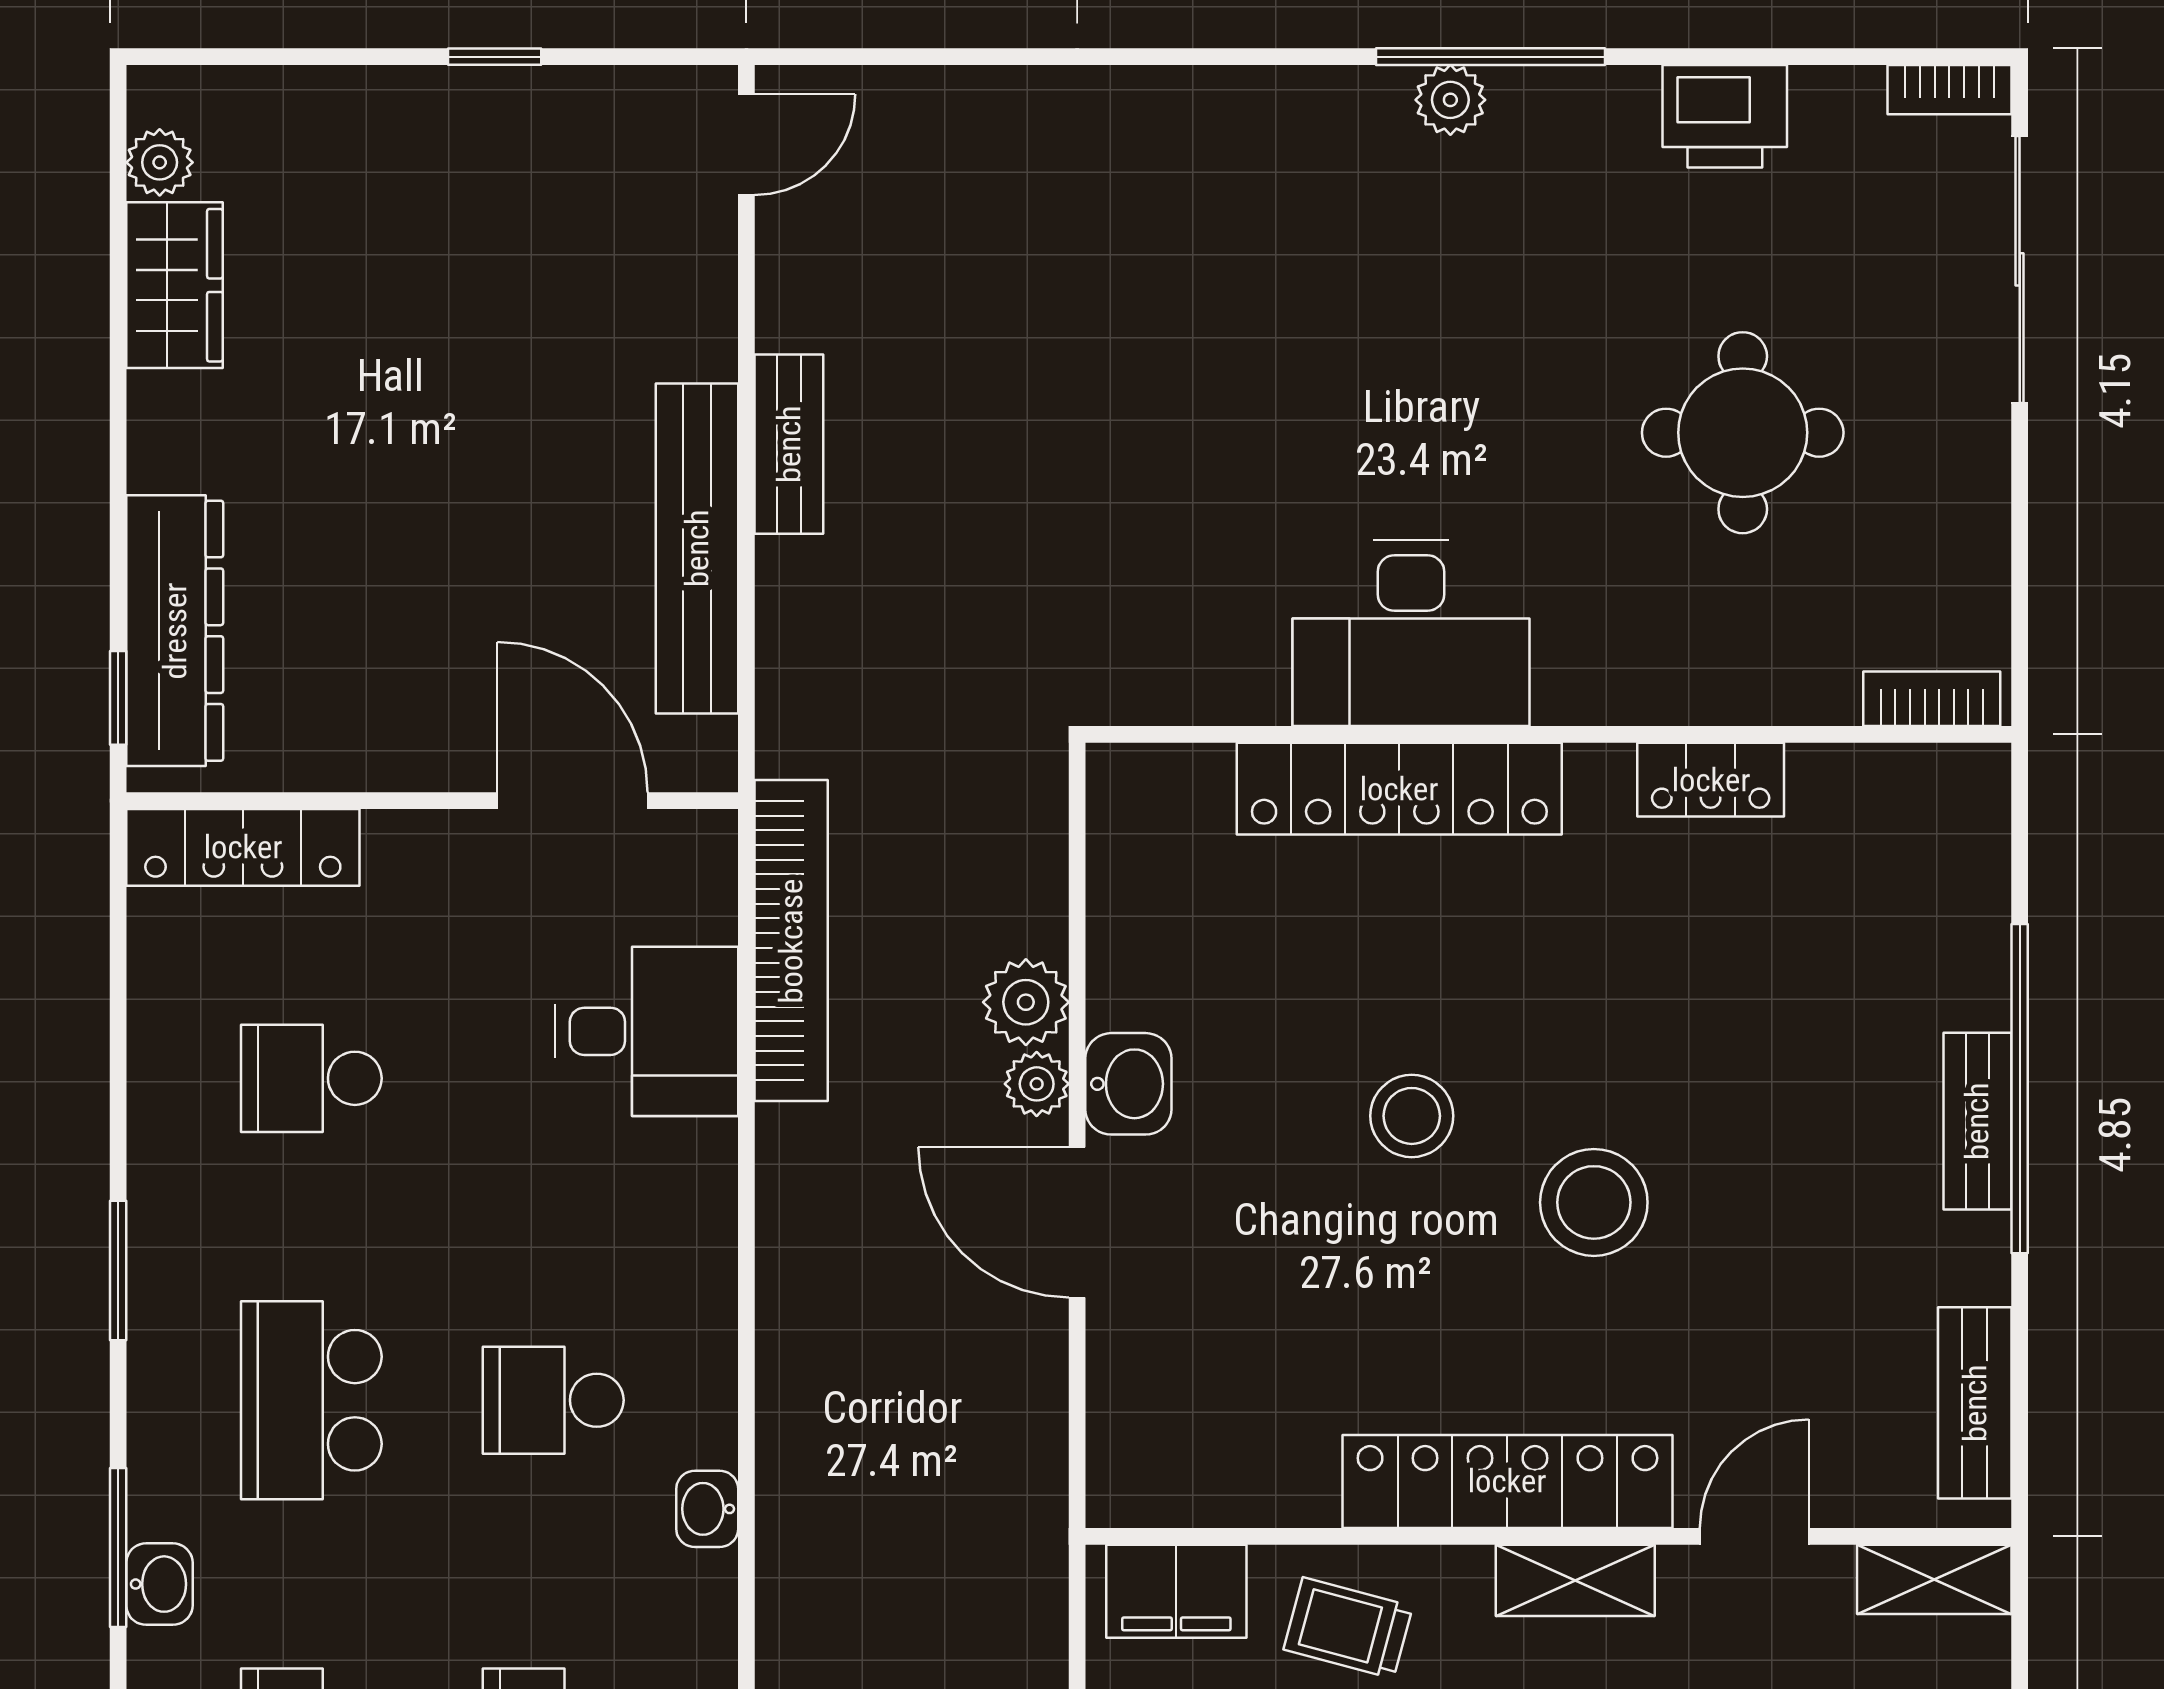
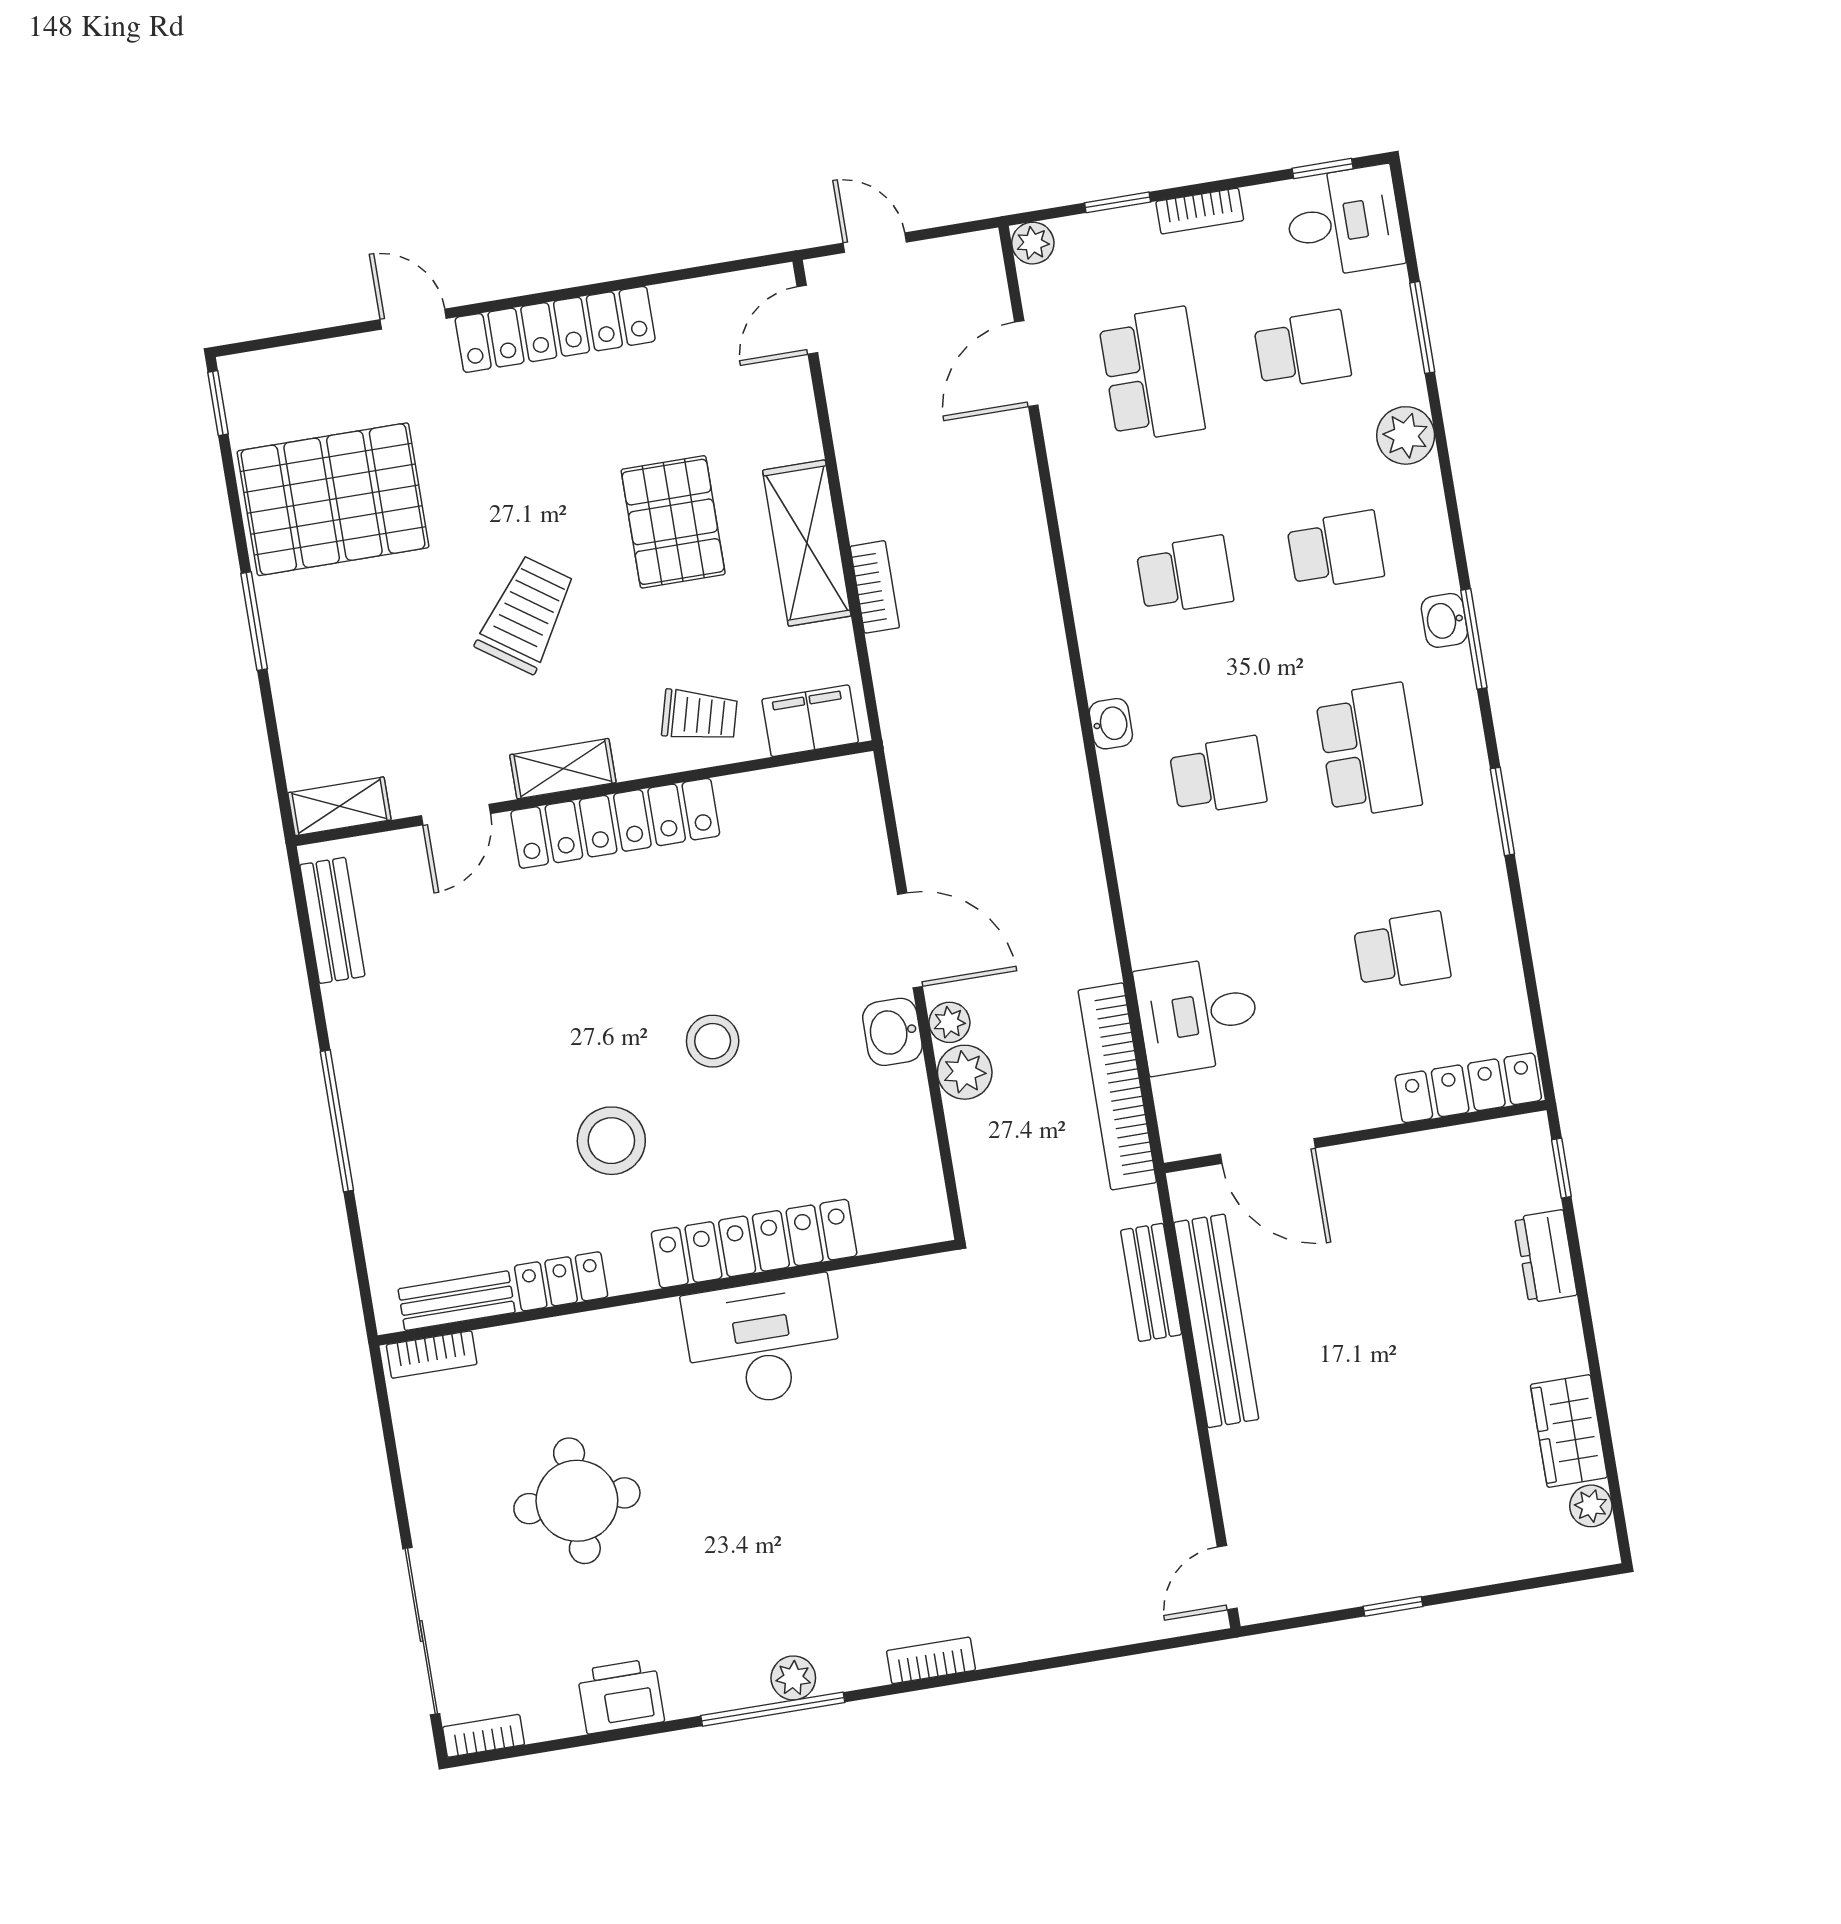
bookcase: (1231, 92) -> (931, 1660), added
bench: (789, 444) -> (1151, 1282), moved
dresser: (175, 631) -> (1546, 1256), width x0.51, depth x0.80
window: (2020, 1089) -> (337, 1121), width x0.68
bench: (1977, 1121) -> (457, 1301), moved, turned 90
stool: (1594, 1202) -> (611, 1141), moved

